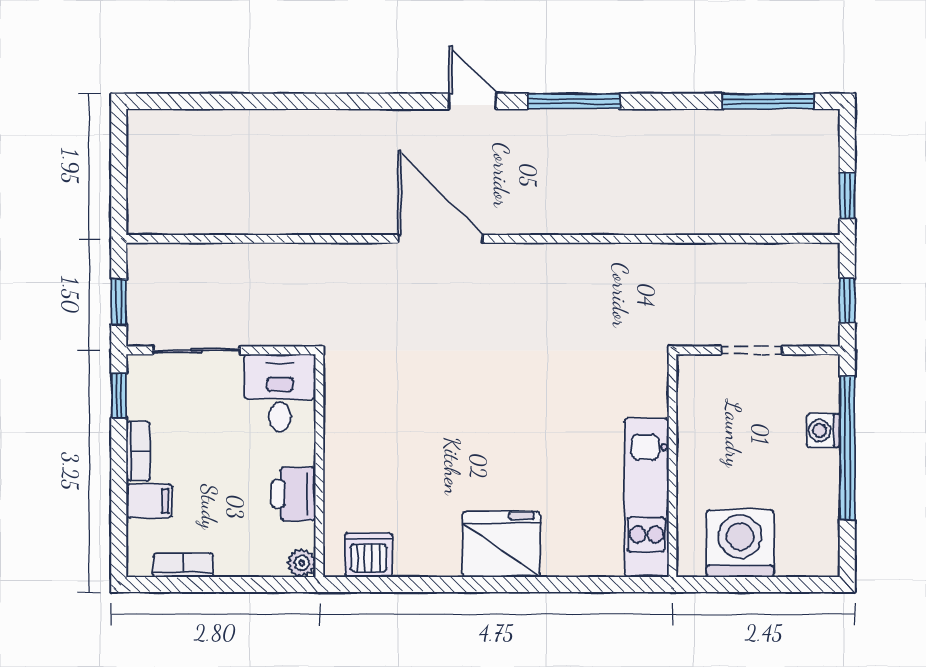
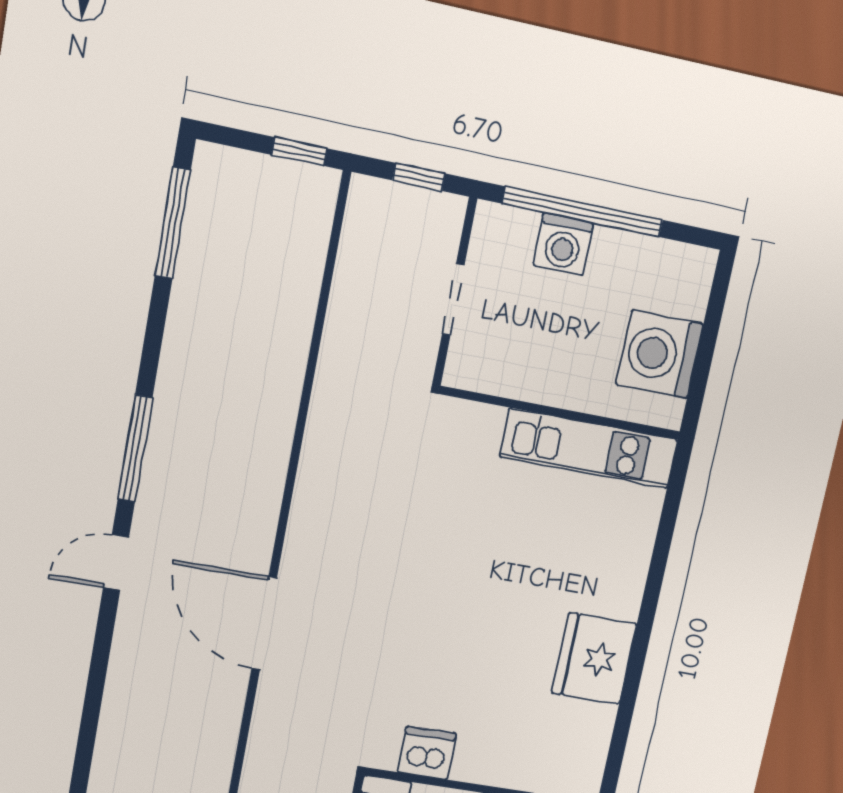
door: (440, 239) -> (264, 623), hinge flipped
washing machine: (823, 430) -> (563, 244), width x1.38, depth x1.38
fridge: (501, 544) -> (594, 658), moved
dishwasher: (369, 555) -> (427, 753), moved, turned 90

